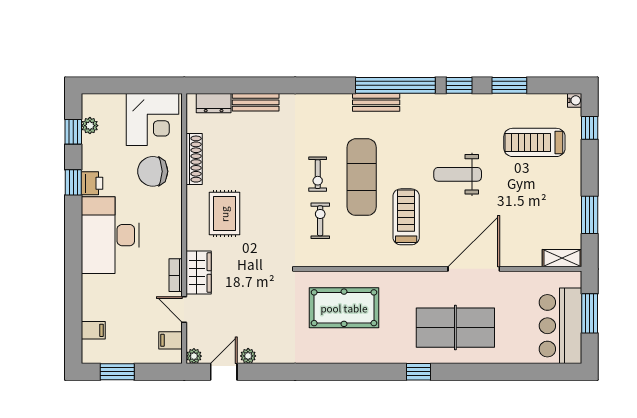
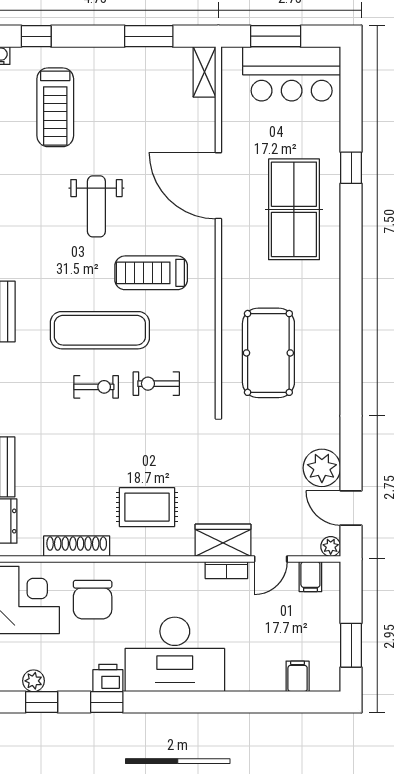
plant: (248, 356) -> (322, 468), width x1.87, depth x1.87
window: (419, 372) -> (351, 168), moved

